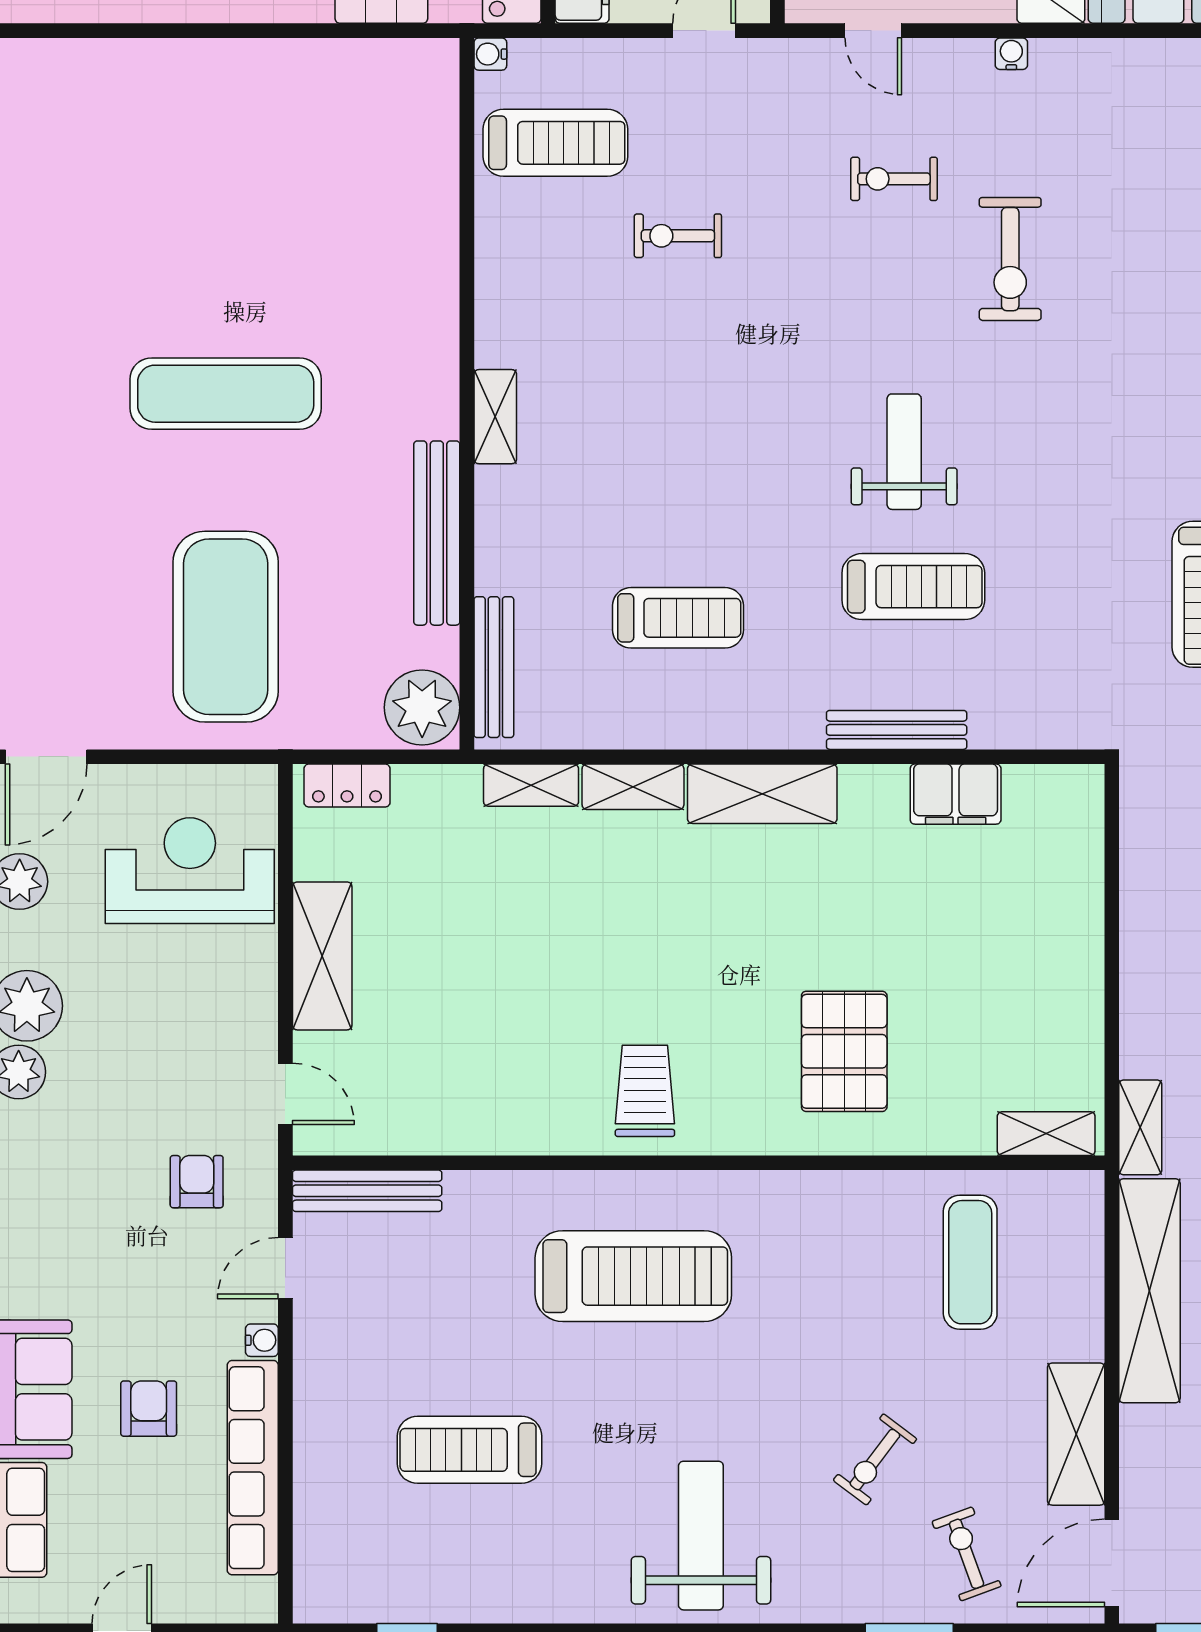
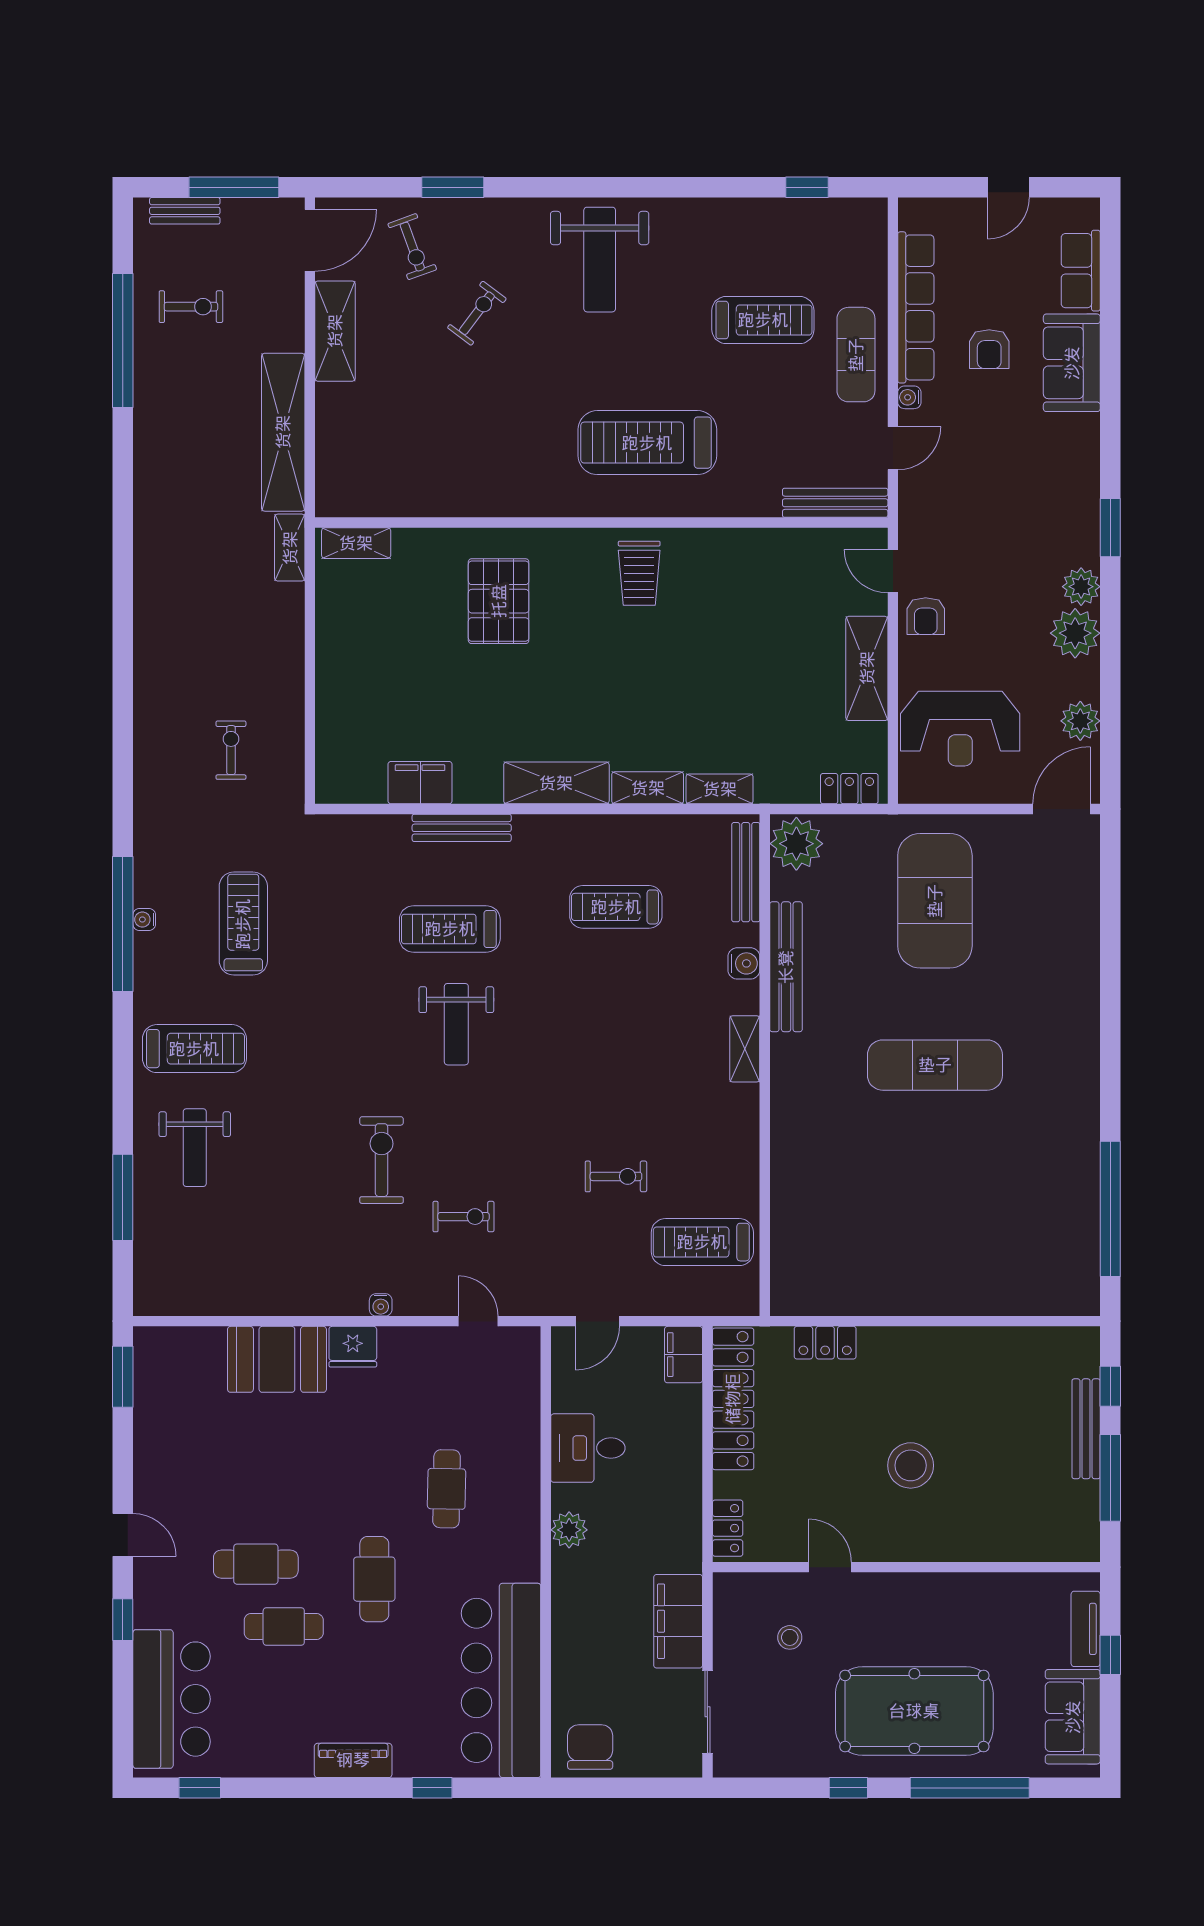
water cooler: (490, 54) -> (744, 963), moved, width x1.38, depth x1.38
armchair: (197, 1182) -> (926, 616), moved
exercise mat: (970, 1262) -> (856, 355), moved

